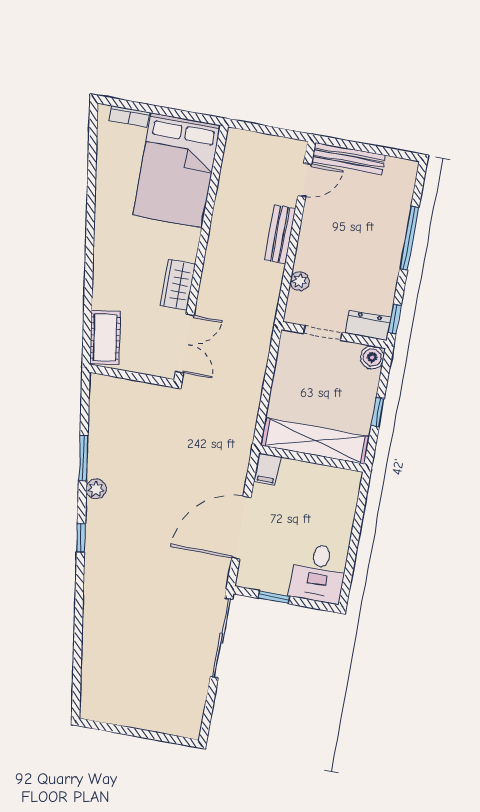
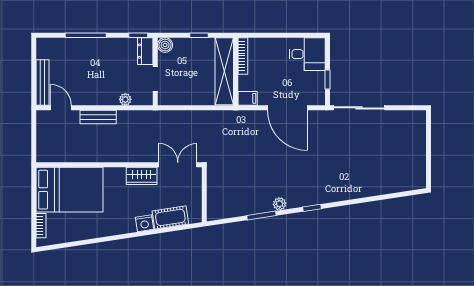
nightstand: (104, 276) -> (144, 223), added
cot: (105, 338) -> (170, 217), moved
bookcase: (334, 474) -> (243, 56), added

